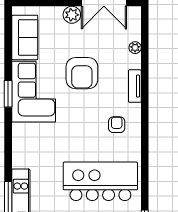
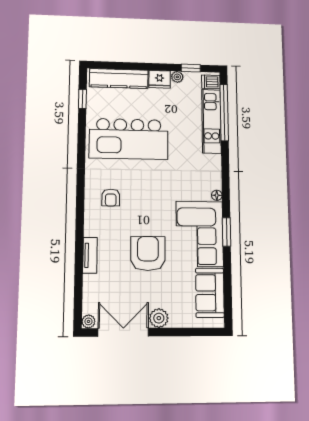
plant: (135, 48) -> (88, 321), moved
tv unit: (135, 86) -> (90, 255), moved
floor lamp: (17, 128) -> (217, 195), added

